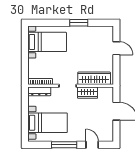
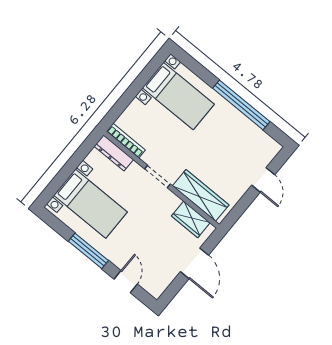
window: (79, 23) -> (241, 105), width x2.11
wardrobe: (88, 93) -> (191, 219), moved

